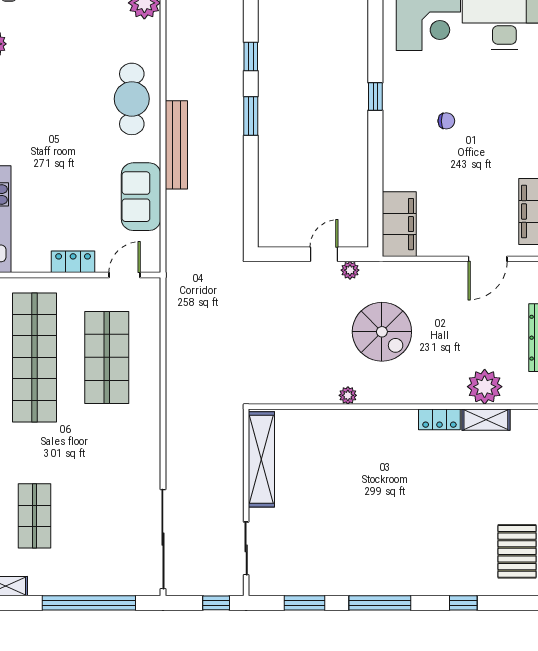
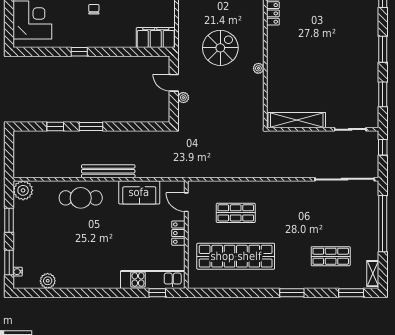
plant: (350, 270) -> (183, 98), moved
shop shelf: (107, 357) -> (236, 213), width x0.70, depth x0.74
window: (380, 603) -> (383, 49), width x0.69

